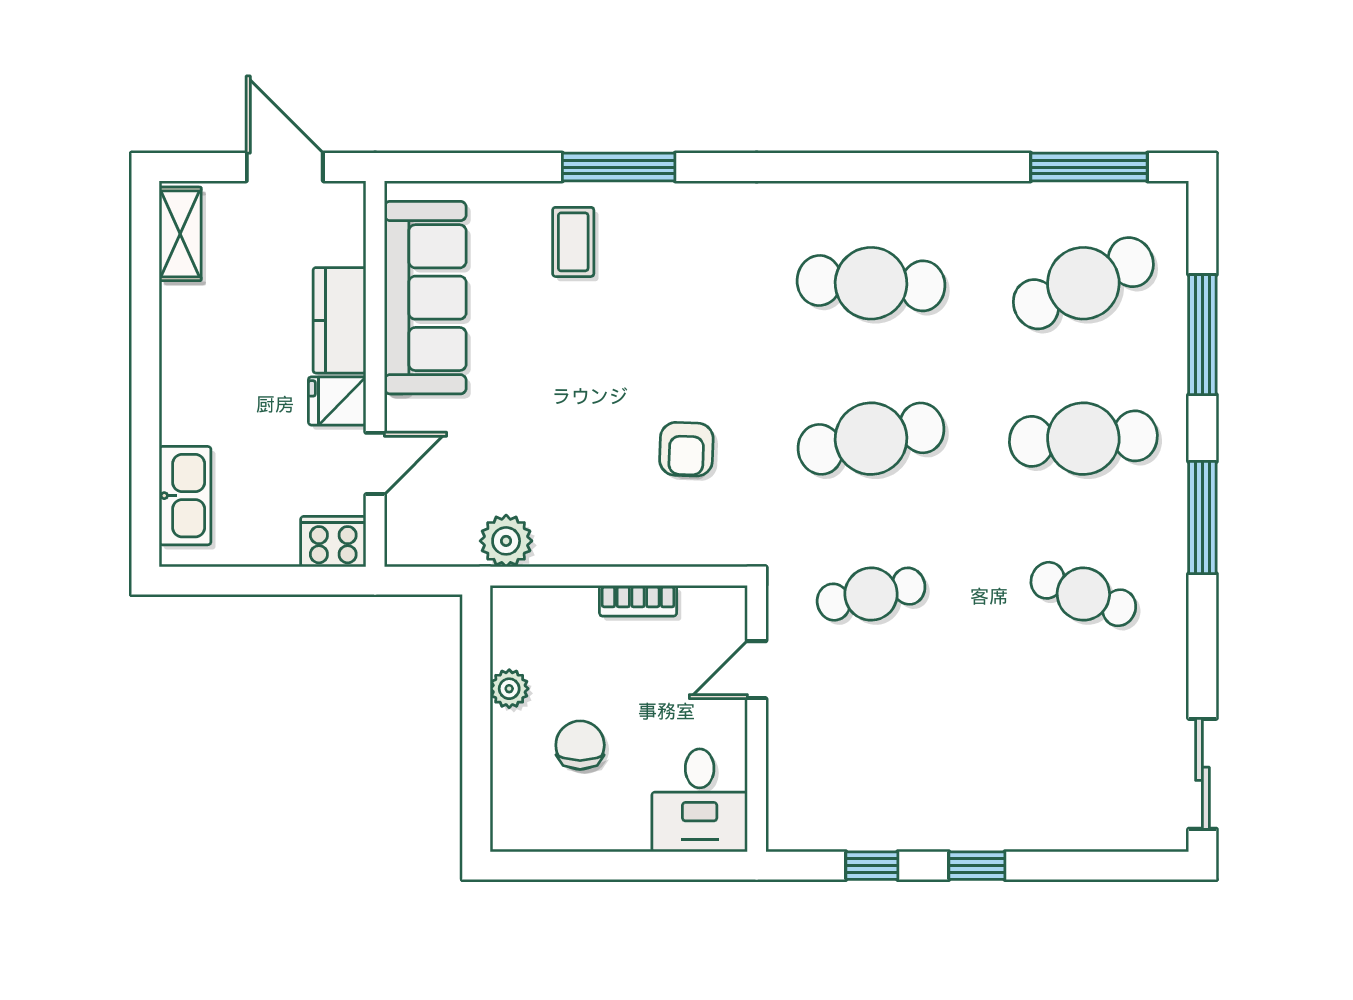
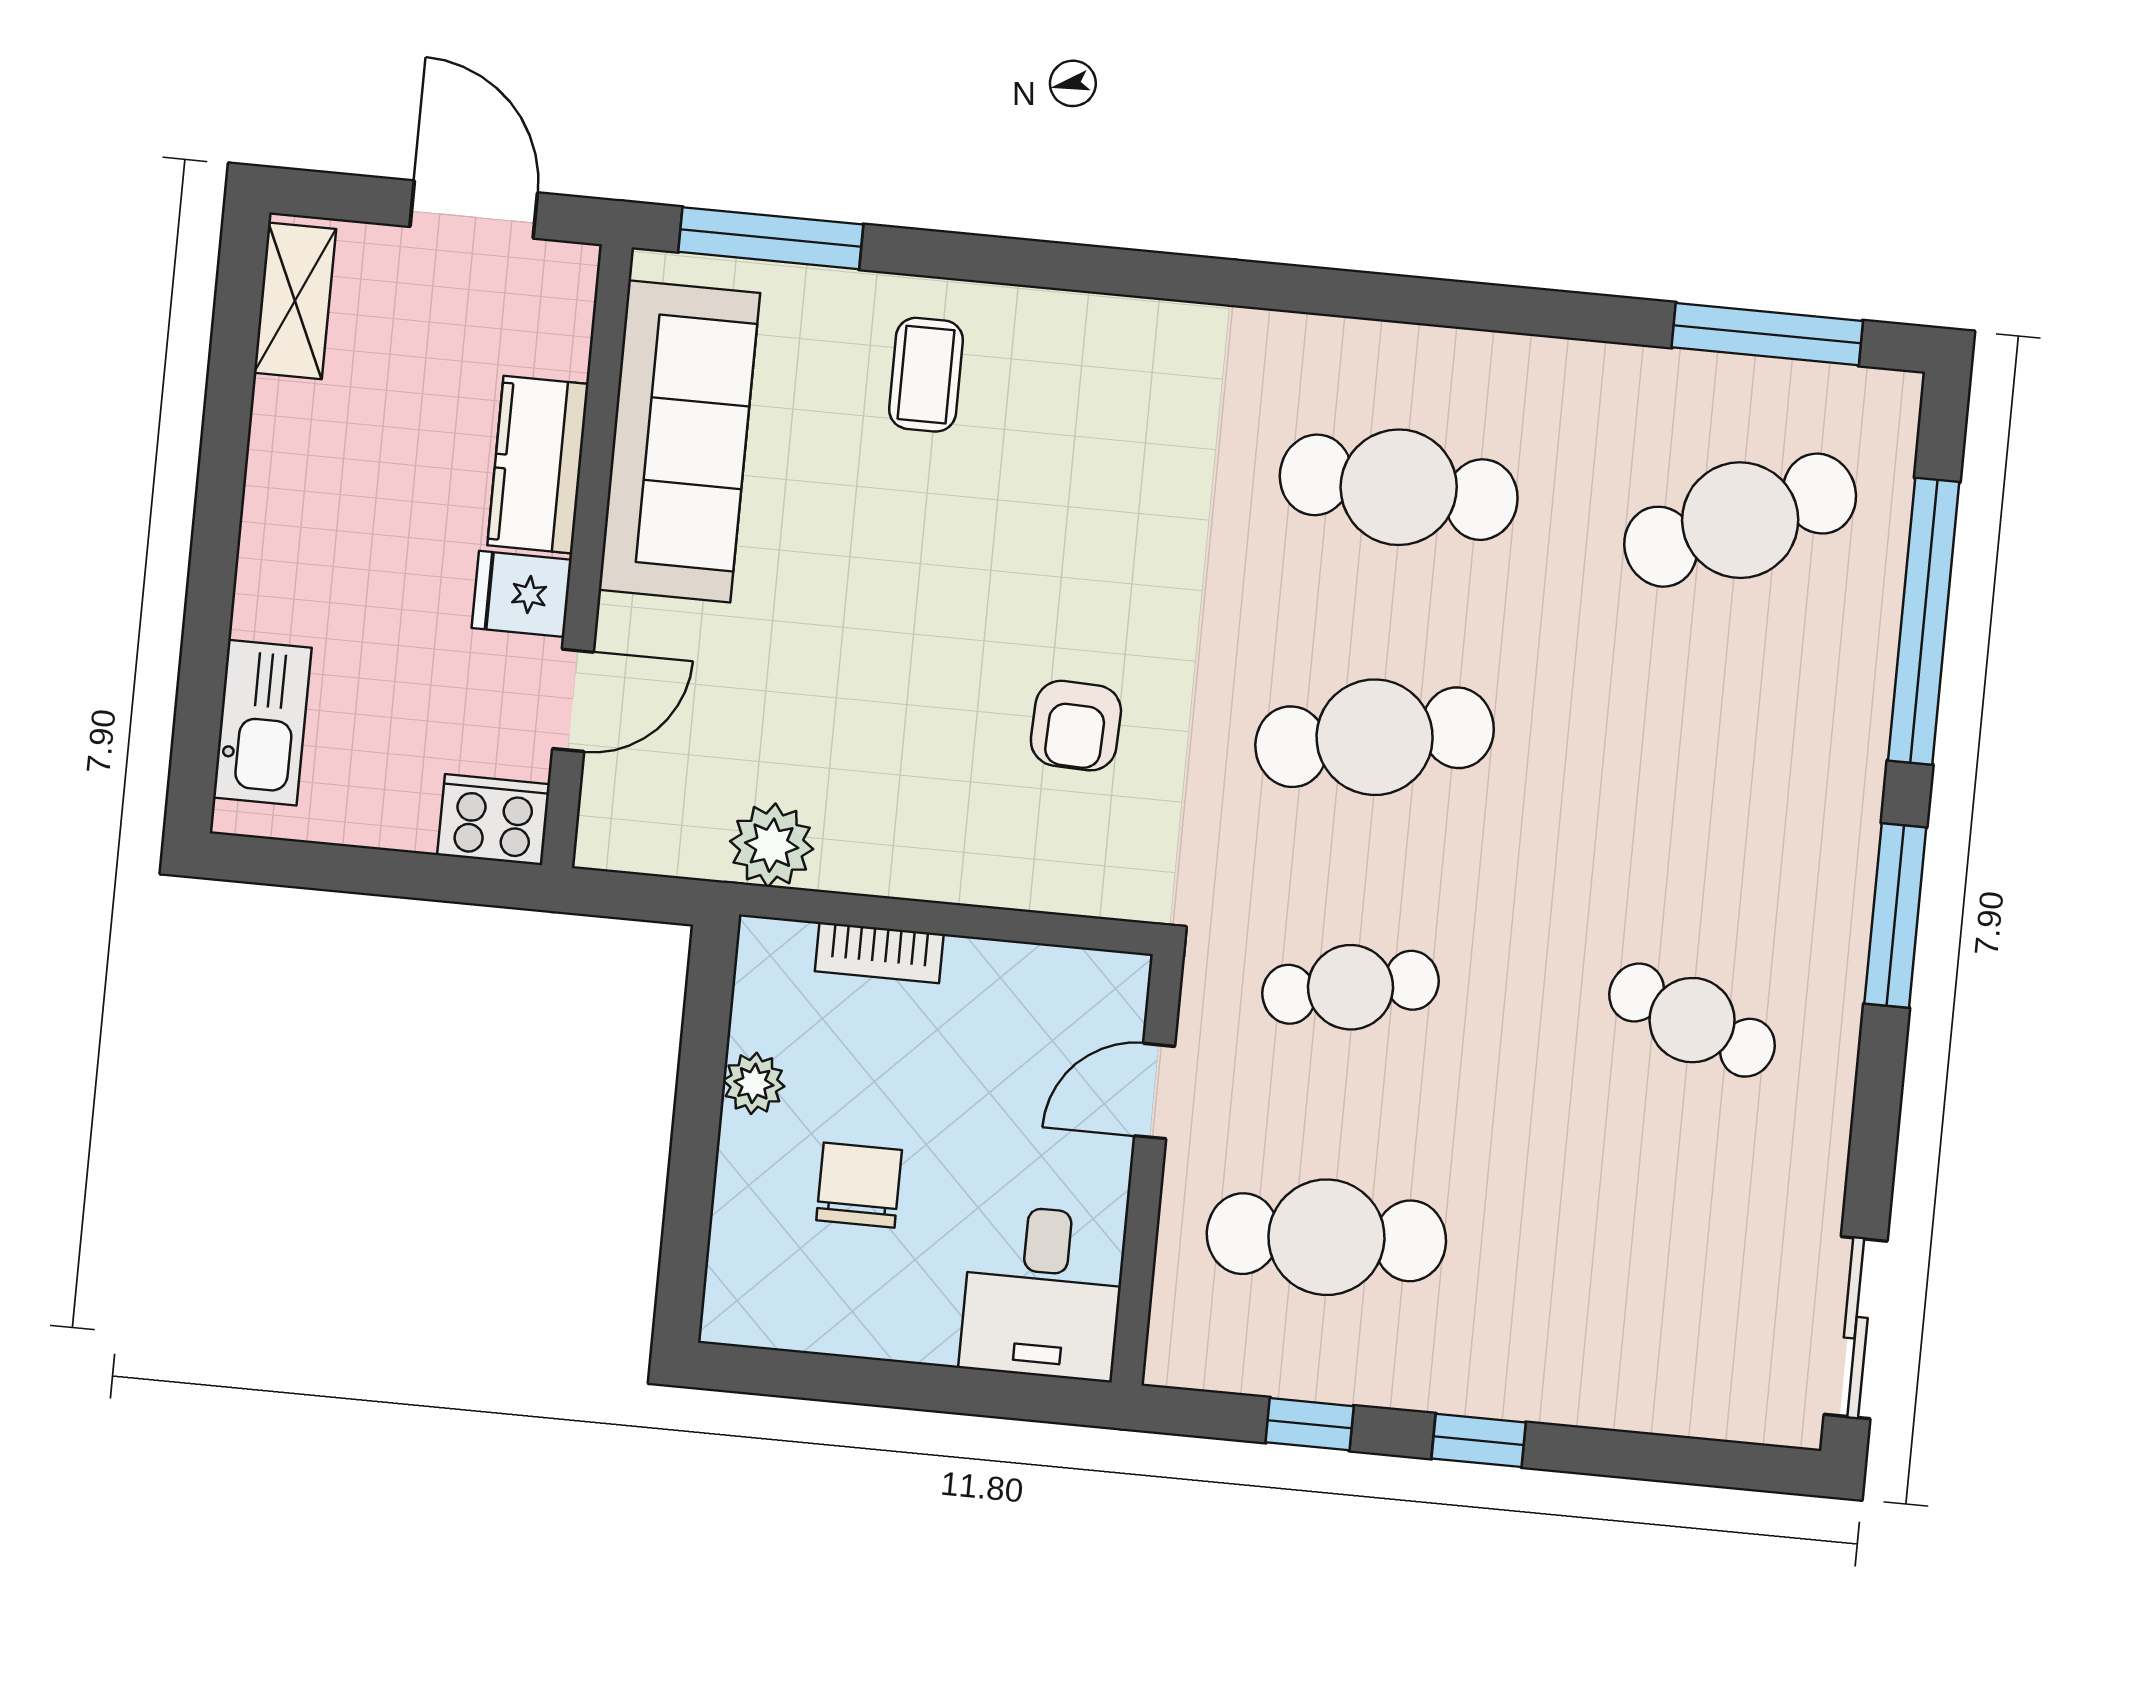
window: (619, 167) -> (771, 238), moved
window: (1202, 335) -> (1924, 621), width x1.46
cafe table: (1083, 439) -> (1326, 1237), moved
bookcase: (638, 601) -> (879, 953), moved

